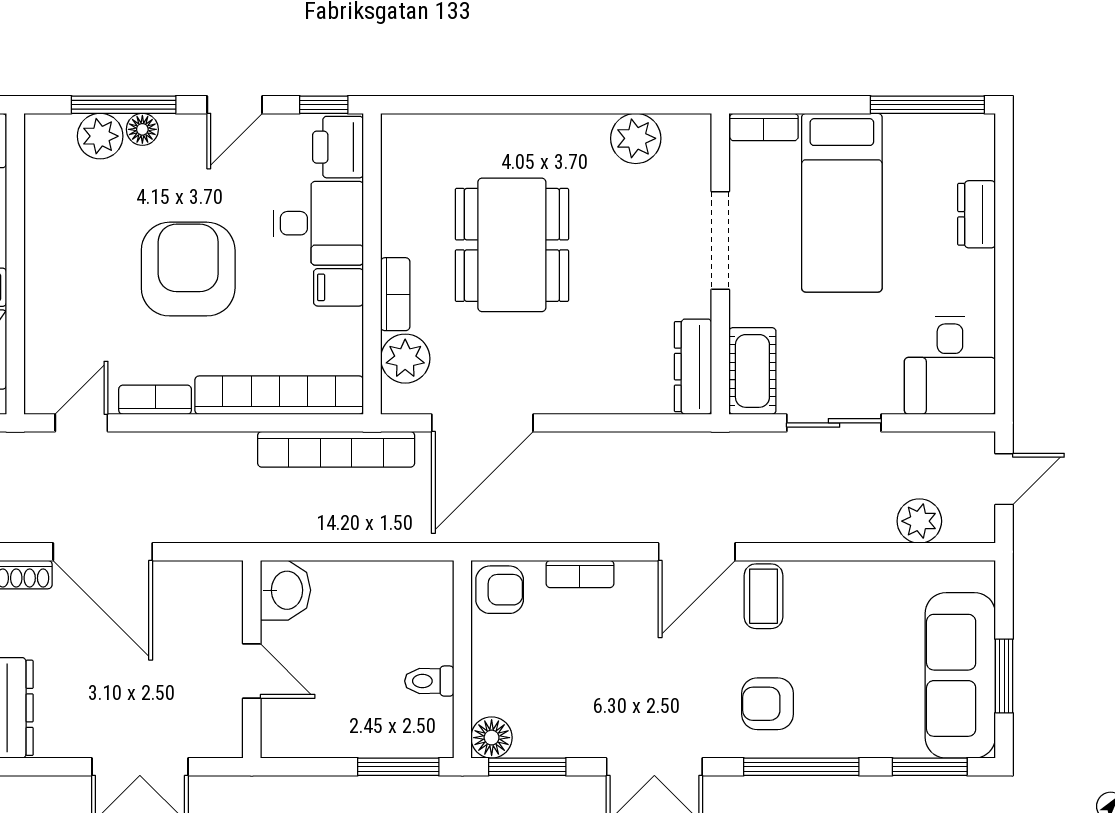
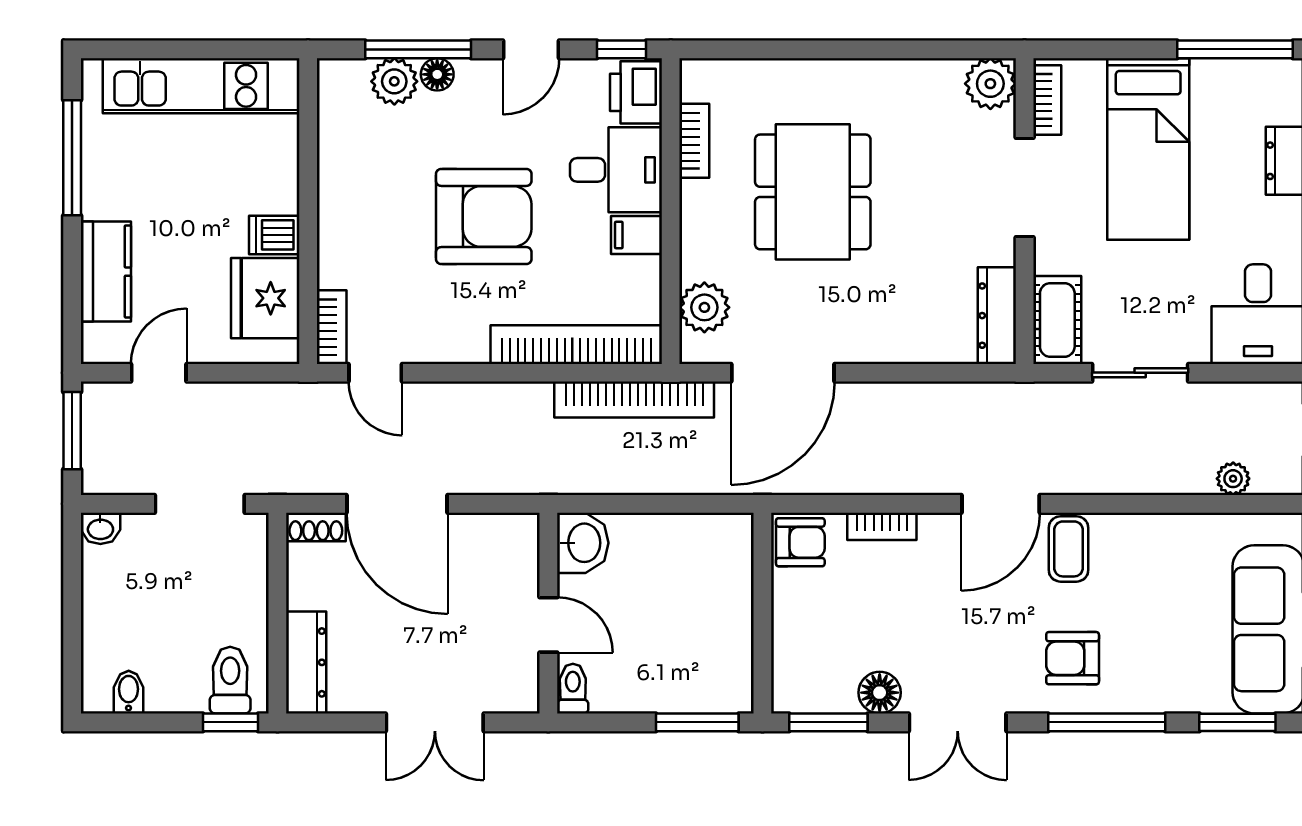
bookcase: (764, 127) -> (1047, 100), moved, turned -90
plant: (636, 138) -> (990, 84), moved
armchair: (188, 269) -> (484, 216), turned 90
bookcase: (395, 294) -> (694, 141), moved
bookcase: (155, 400) -> (332, 327), moved, turned 90
door: (81, 423) -> (375, 373), swing flipped
plant: (919, 521) -> (1233, 479), width x0.73, depth x0.73
toilet: (429, 681) -> (573, 689), moved, turned 90
floor lamp: (492, 738) -> (880, 693), moved

